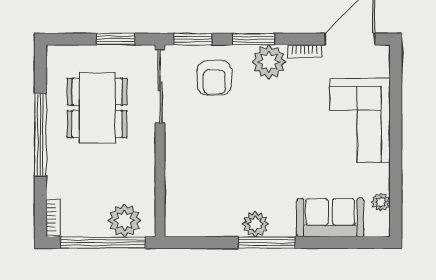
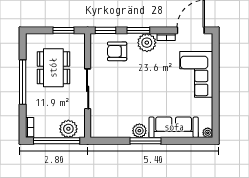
armchair: (214, 78) -> (117, 51), turned 90
sliding door: (160, 87) -> (88, 89), moved
plant: (381, 202) -> (208, 133), moved
sofa: (330, 218) -> (174, 127), width x1.36

